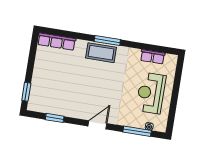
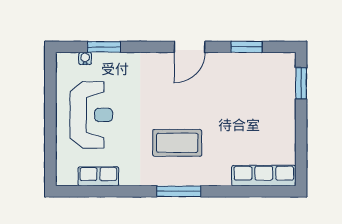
coffee table: (101, 53) -> (177, 143), moved
door: (97, 125) -> (190, 47), moved
window: (137, 131) -> (104, 47), width x0.69

